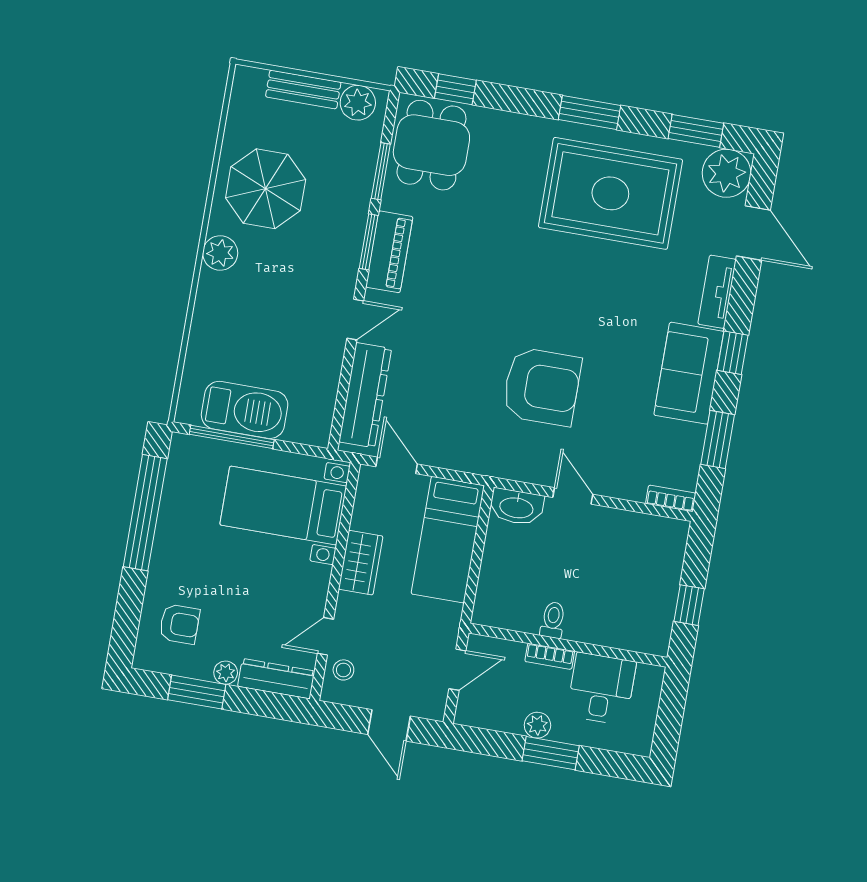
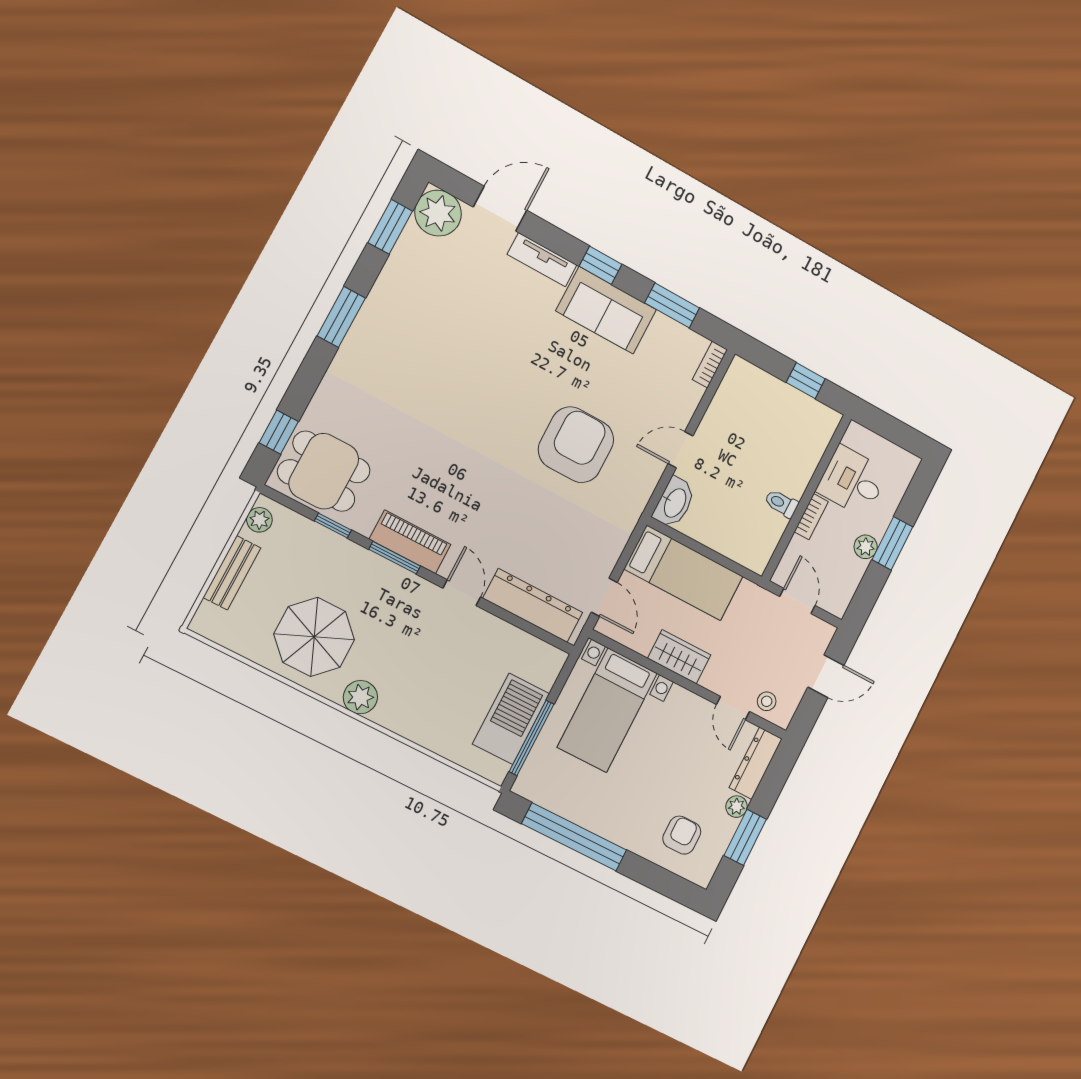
plant: (358, 103) -> (259, 520), width x0.73, depth x0.73
window: (381, 171) -> (333, 526), width x0.67
rug: (610, 193) -> (422, 324), removed
door: (397, 465) -> (604, 597), swing flipped

